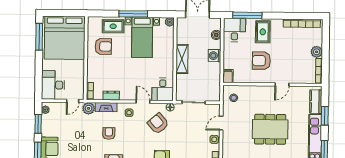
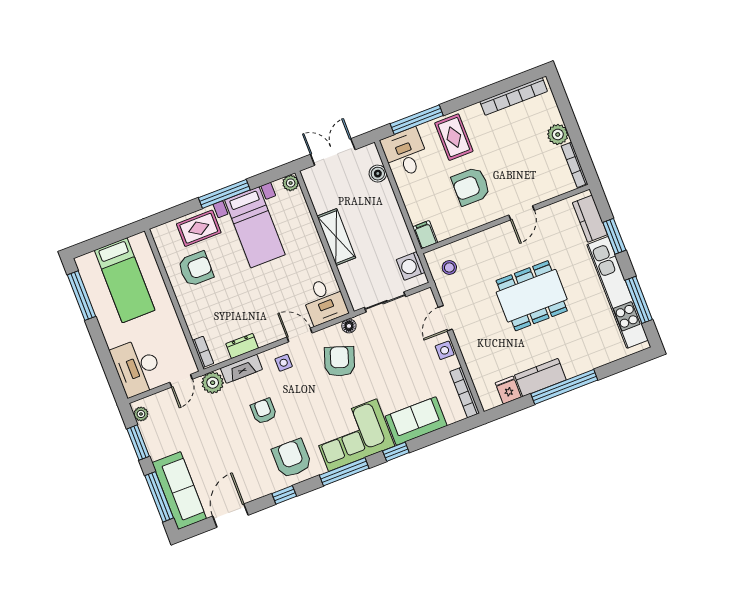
bed: (64, 38) -> (125, 280), width x0.49
washing machine: (215, 56) -> (411, 266), moved
armchair: (158, 123) -> (340, 361), turned 60

